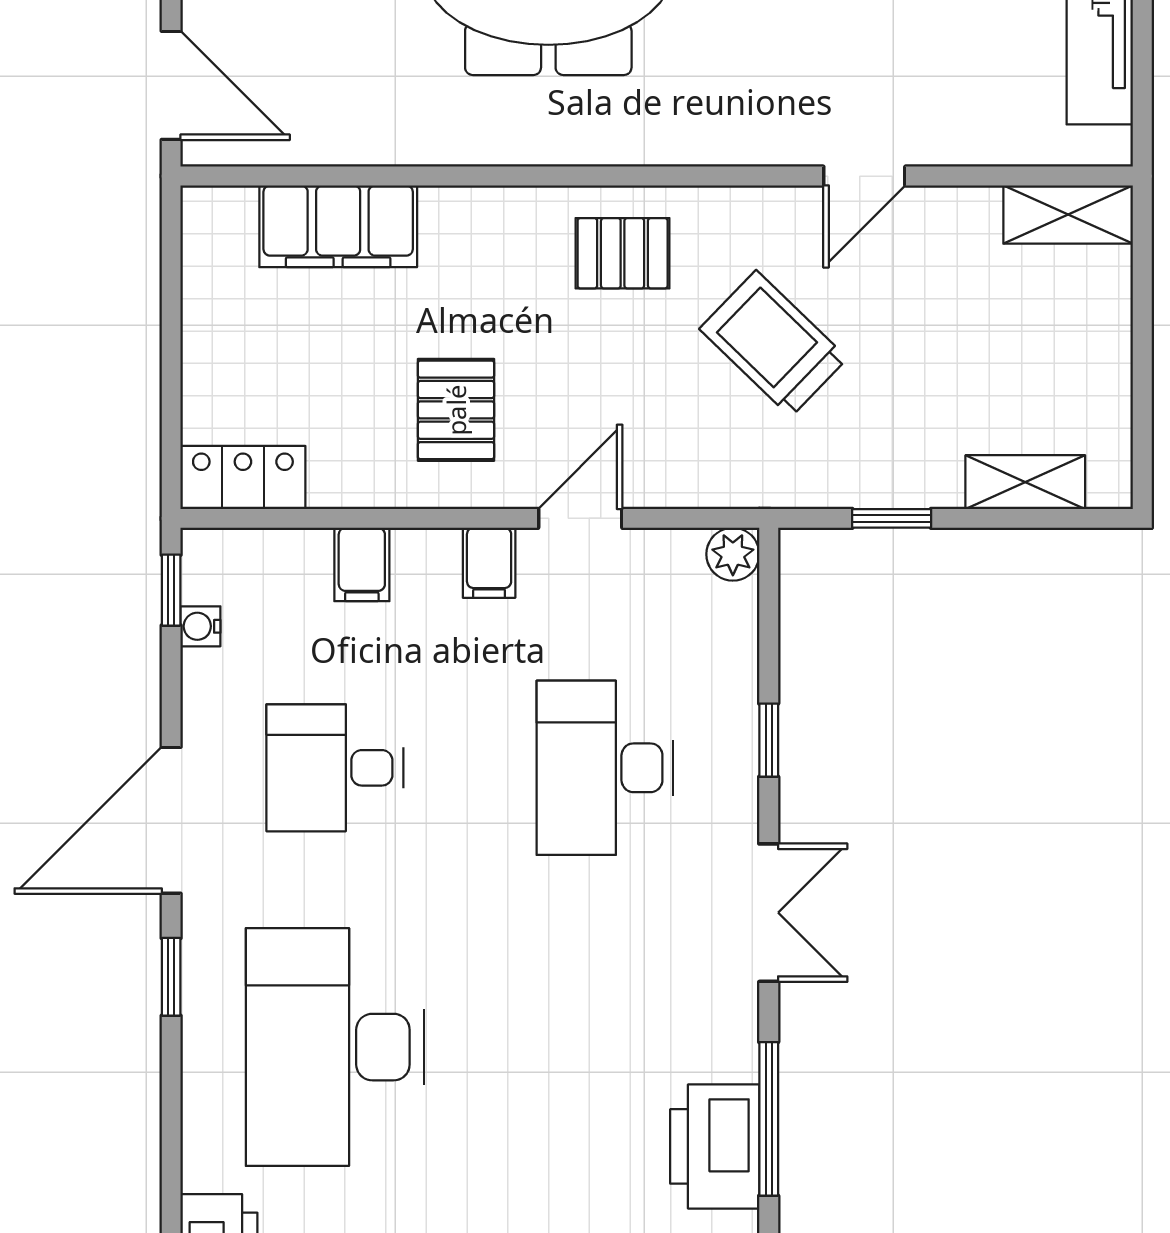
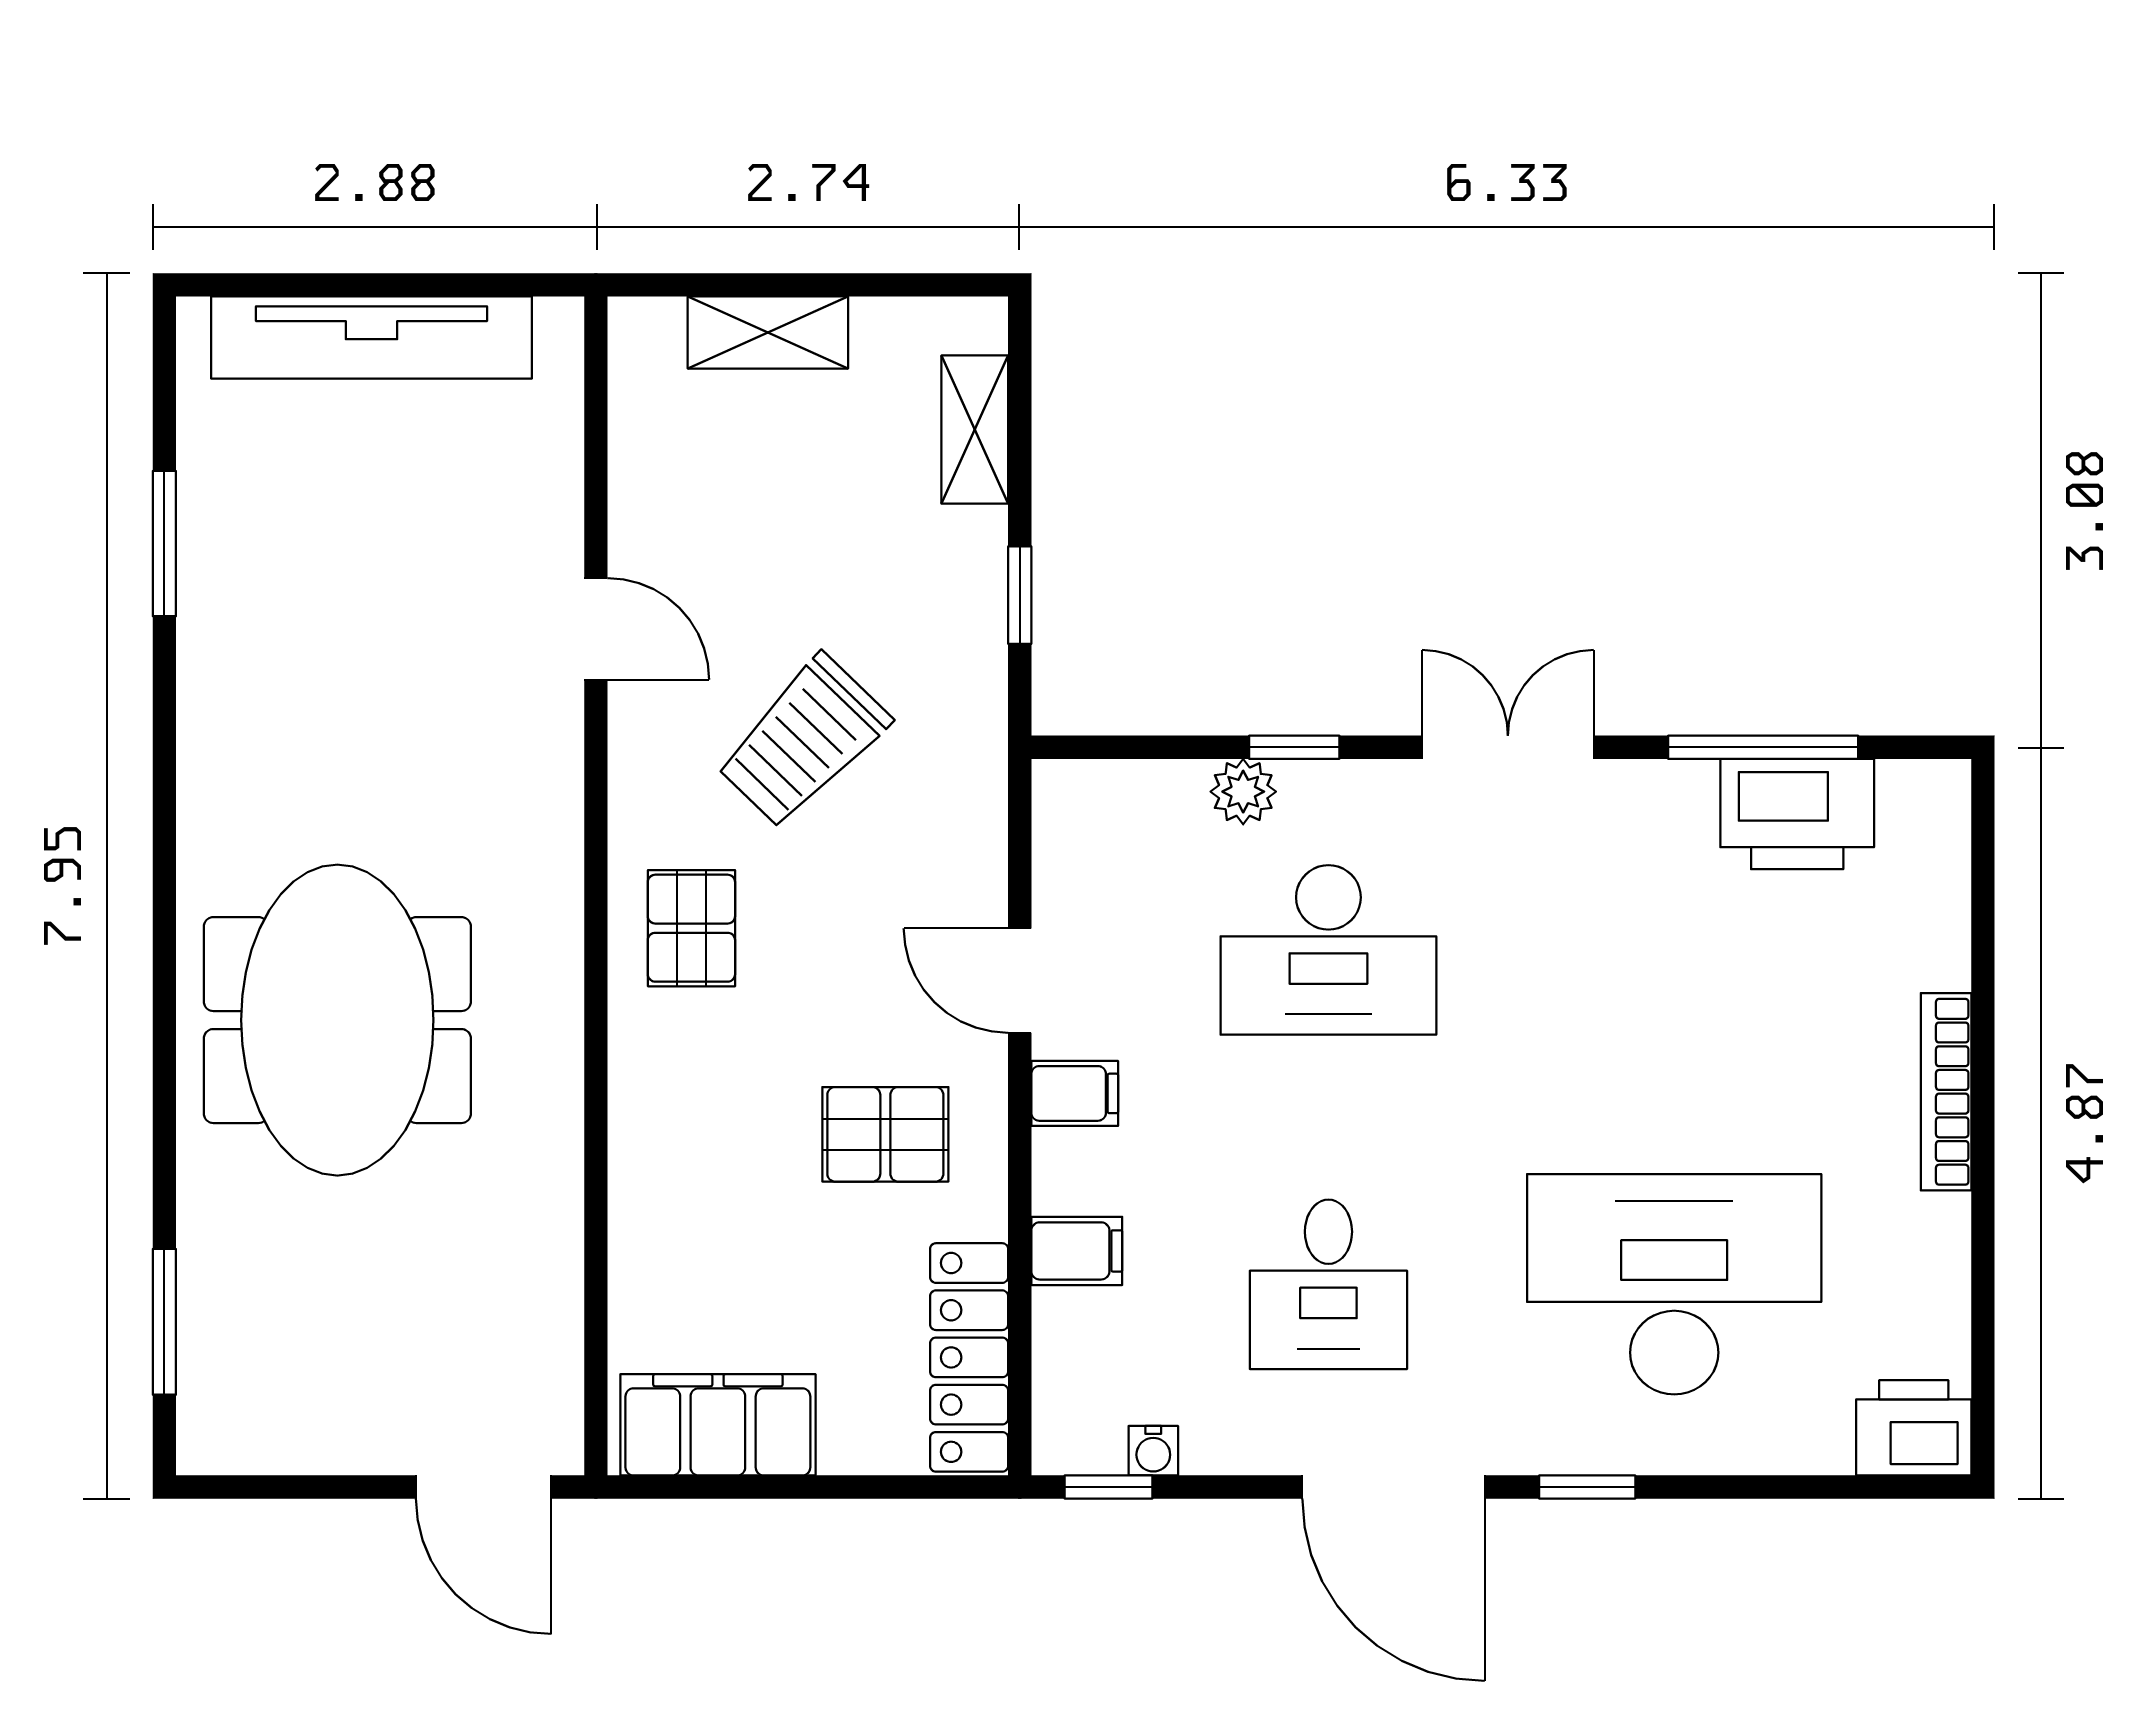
door: (171, 85) -> (484, 1487), swing flipped
shelving: (1068, 215) -> (768, 333), moved, turned 90
filing cabinet: (338, 226) -> (718, 1425), moved, turned -90
locker: (243, 477) -> (969, 1357), width x1.53
plant: (733, 554) -> (1243, 792), moved
desk: (335, 1047) -> (1674, 1284), turned 180

